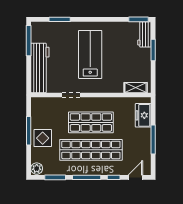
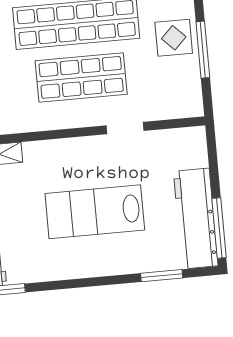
lab bench: (90, 54) -> (95, 212), turned 90
workbench: (40, 68) -> (196, 219), moved

